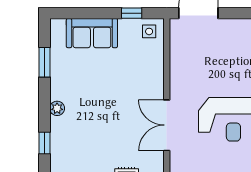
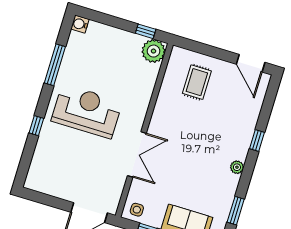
double door: (167, 125) -> (137, 154), moved

